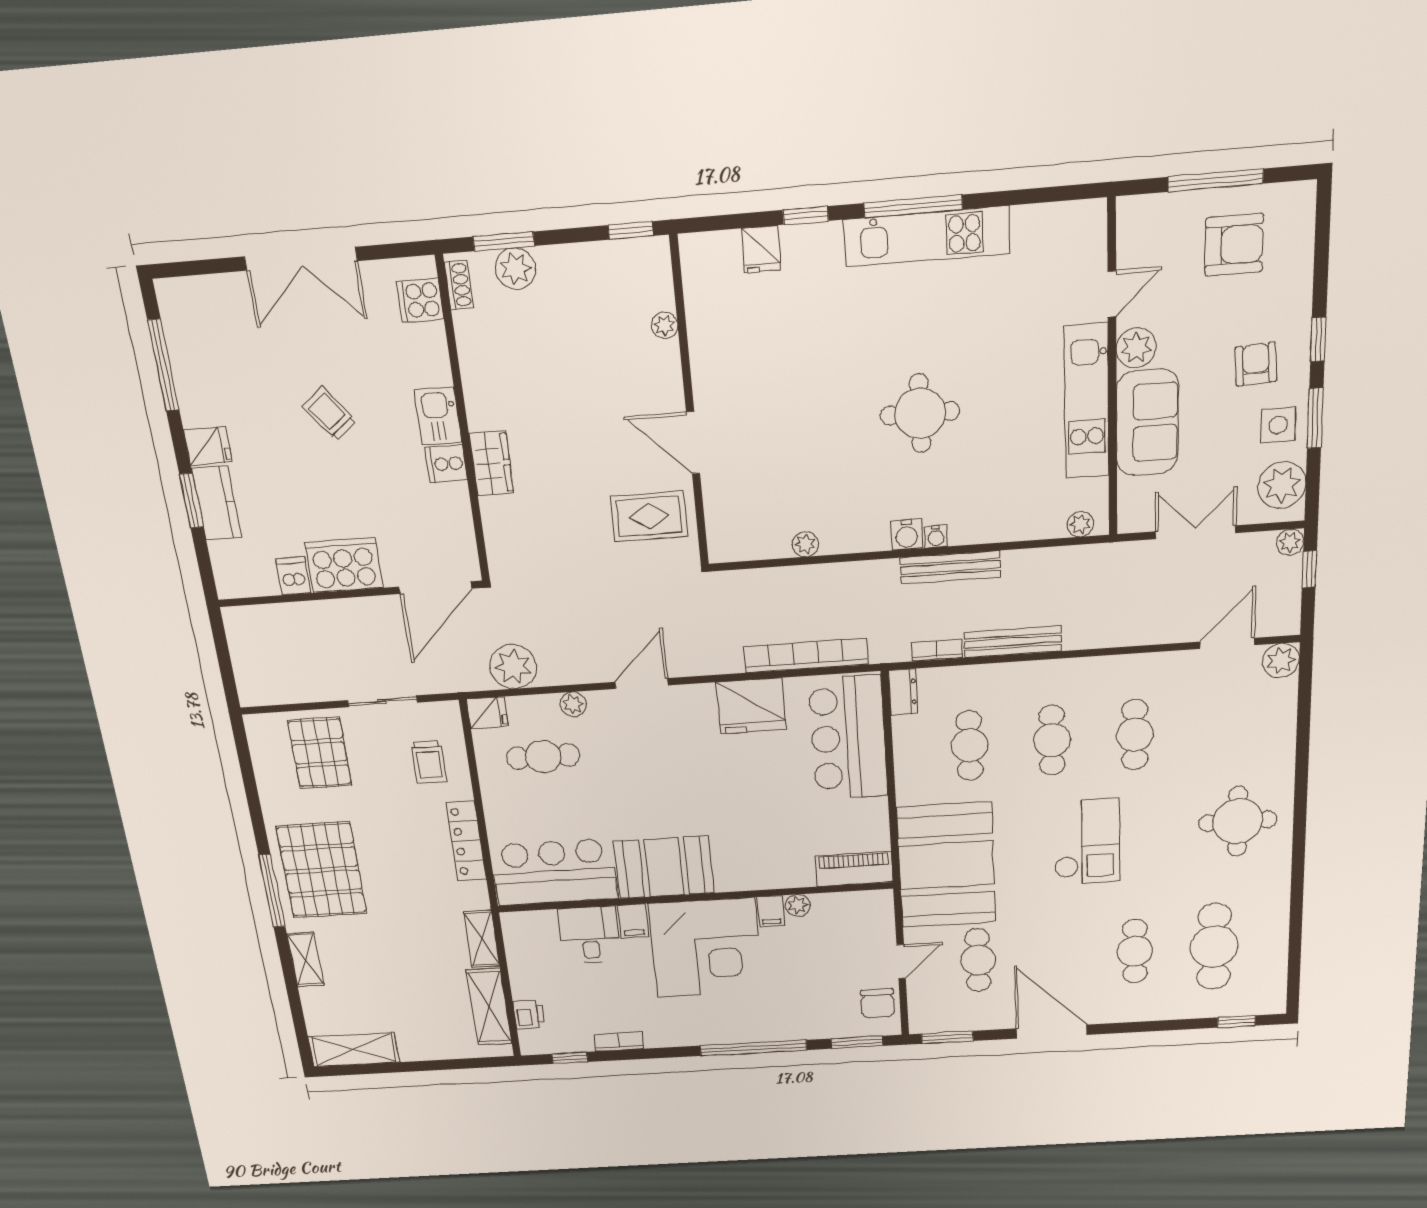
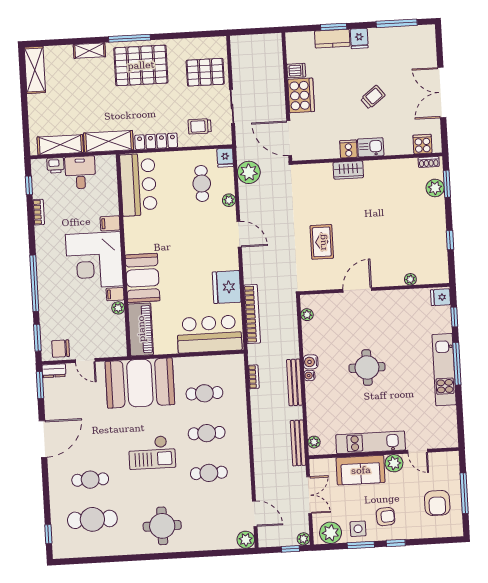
plant: (665, 325) -> (410, 279), moved
wall: (689, 405) -> (375, 289), moved
door: (693, 443) -> (357, 290), moved
bench: (1013, 642) -> (298, 443), moved
dresser: (903, 692) -> (54, 371), moved
booth: (664, 867) -> (143, 278), moved
piano: (854, 869) -> (141, 329), width x1.37, depth x1.33
desk: (590, 935) -> (80, 172), moved, turned -90
shelving: (482, 939) -> (109, 141), width x1.50, depth x1.33
cafe table: (978, 960) -> (86, 400), removed

